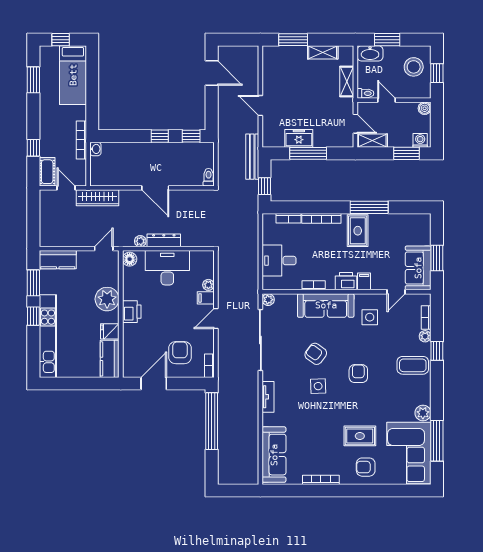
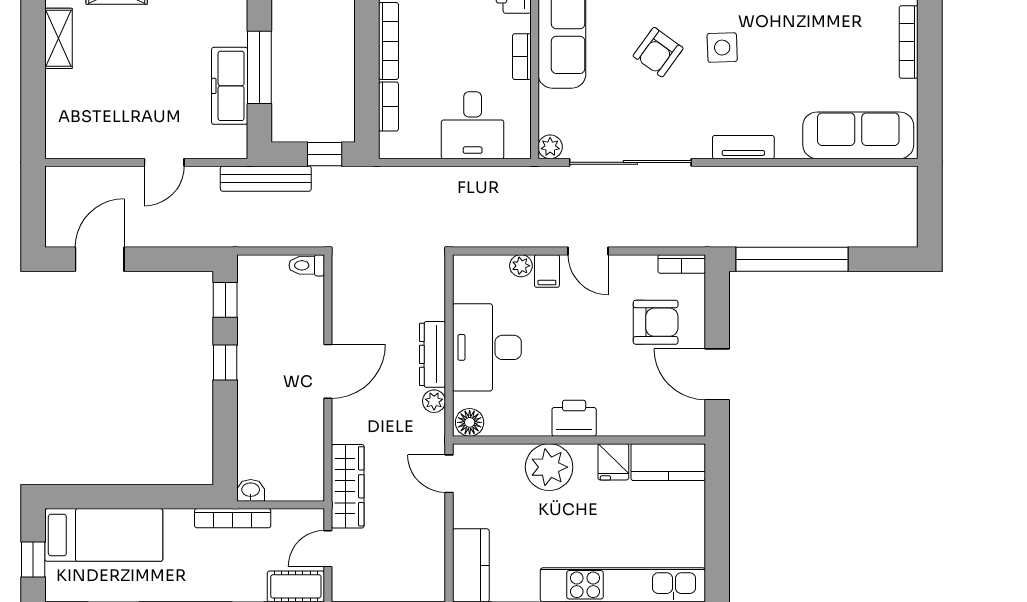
window: (293, 40) -> (33, 97), removed
freezer: (299, 138) -> (230, 86), width x1.40
armchair: (180, 353) -> (656, 322), turned 180

